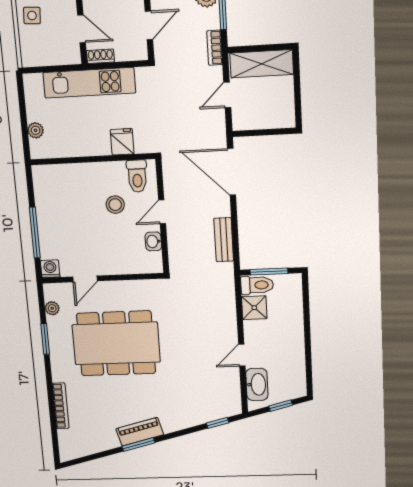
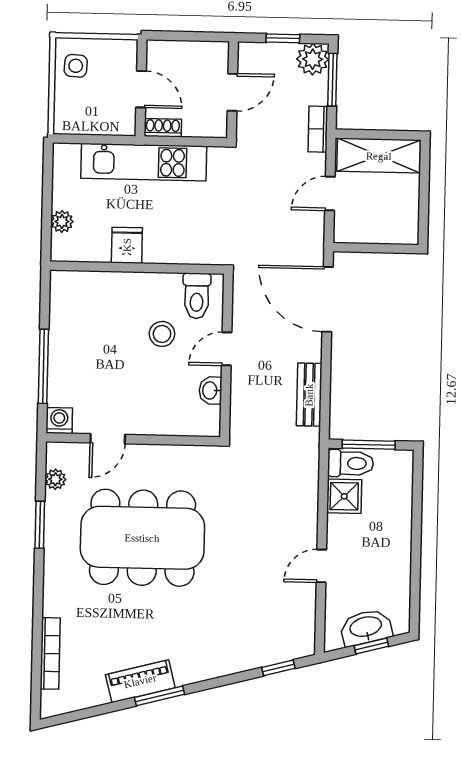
fridge: (122, 142) -> (127, 245), moved
washbasin: (257, 384) -> (366, 627), moved, turned -105
bookcase: (61, 406) -> (50, 653), moved
piano: (140, 432) -> (140, 681), moved

